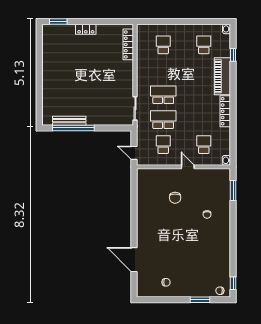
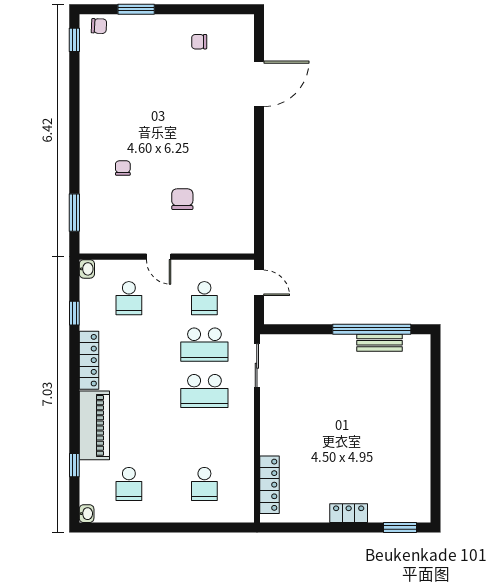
bench: (69, 121) -> (379, 343), width x0.73
window: (233, 137) -> (74, 313), added
door: (134, 260) -> (259, 84), hinge flipped

